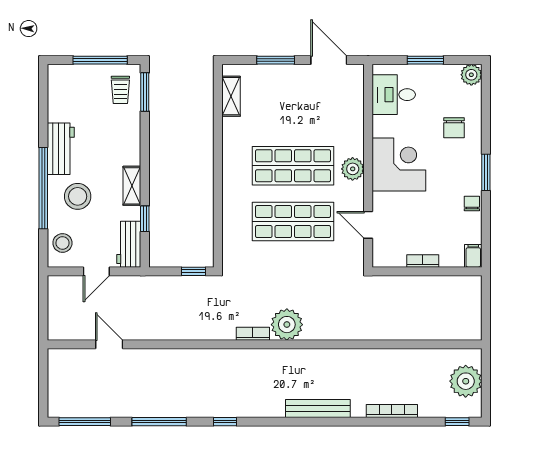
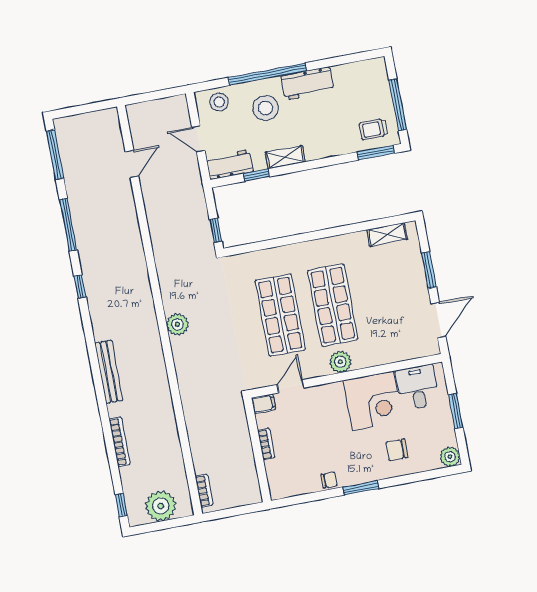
corner desk: (399, 165) -> (373, 401), moved
filing cabinet: (473, 256) -> (264, 404), moved
plant: (287, 325) -> (178, 324), width x0.73, depth x0.73
bookcase: (253, 334) -> (204, 491), moved

